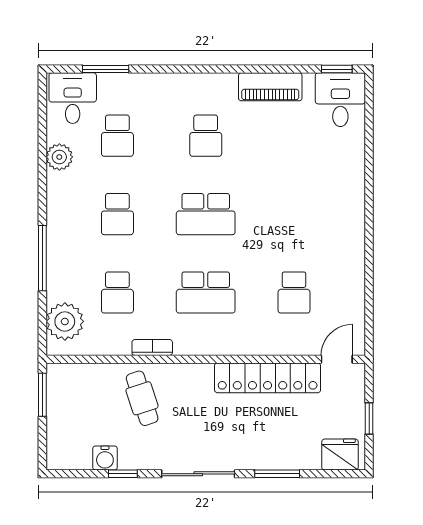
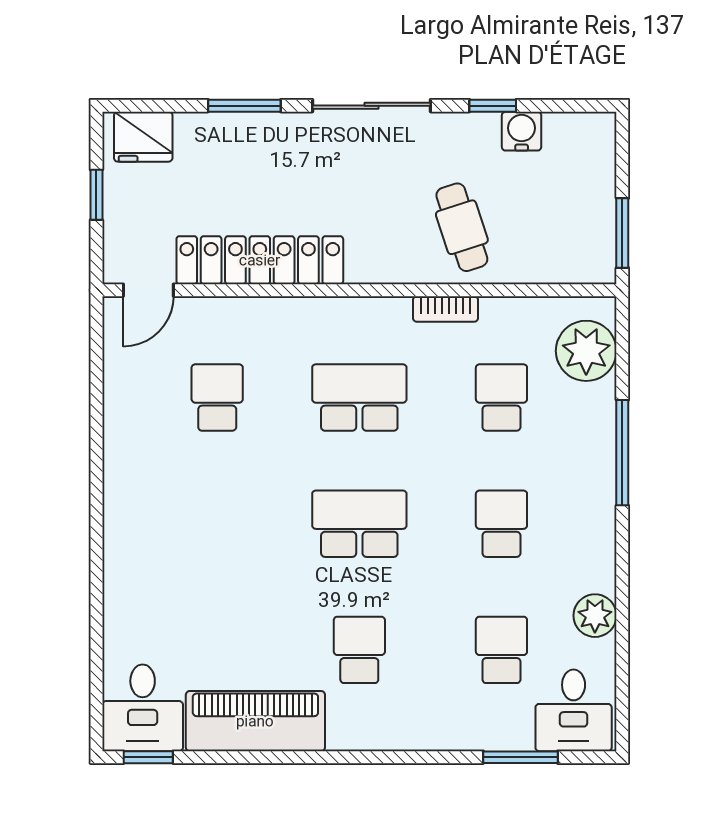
piano: (270, 87) -> (255, 721), width x1.37, depth x1.33

